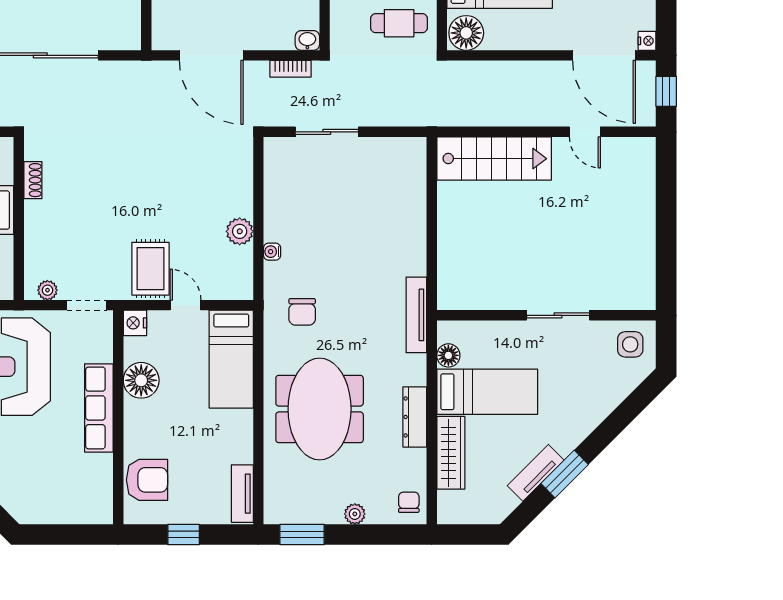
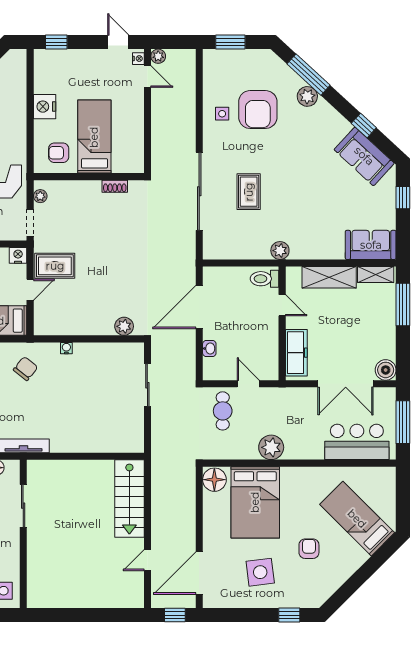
cafe table: (399, 23) -> (223, 411), moved
washbasin: (307, 40) -> (209, 348), moved
nightstand: (647, 41) -> (209, 602), removed
bookcase: (291, 69) -> (190, 361), removed
plant: (240, 231) -> (124, 326), moved
chair: (302, 312) -> (26, 369), turned 129
sliding door: (558, 315) -> (23, 506), moved

